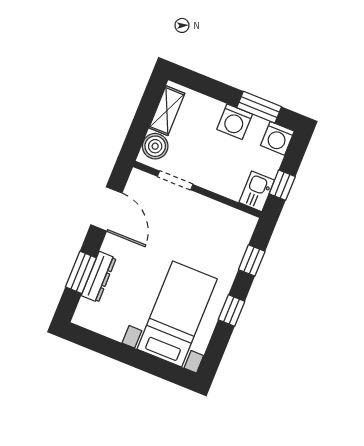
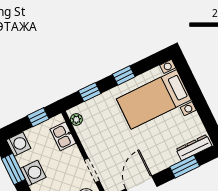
kitchen sink: (257, 191) -> (63, 136), moved, turned 90
plant: (240, 219) -> (76, 120), added
dresser: (99, 277) -> (194, 148), moved

